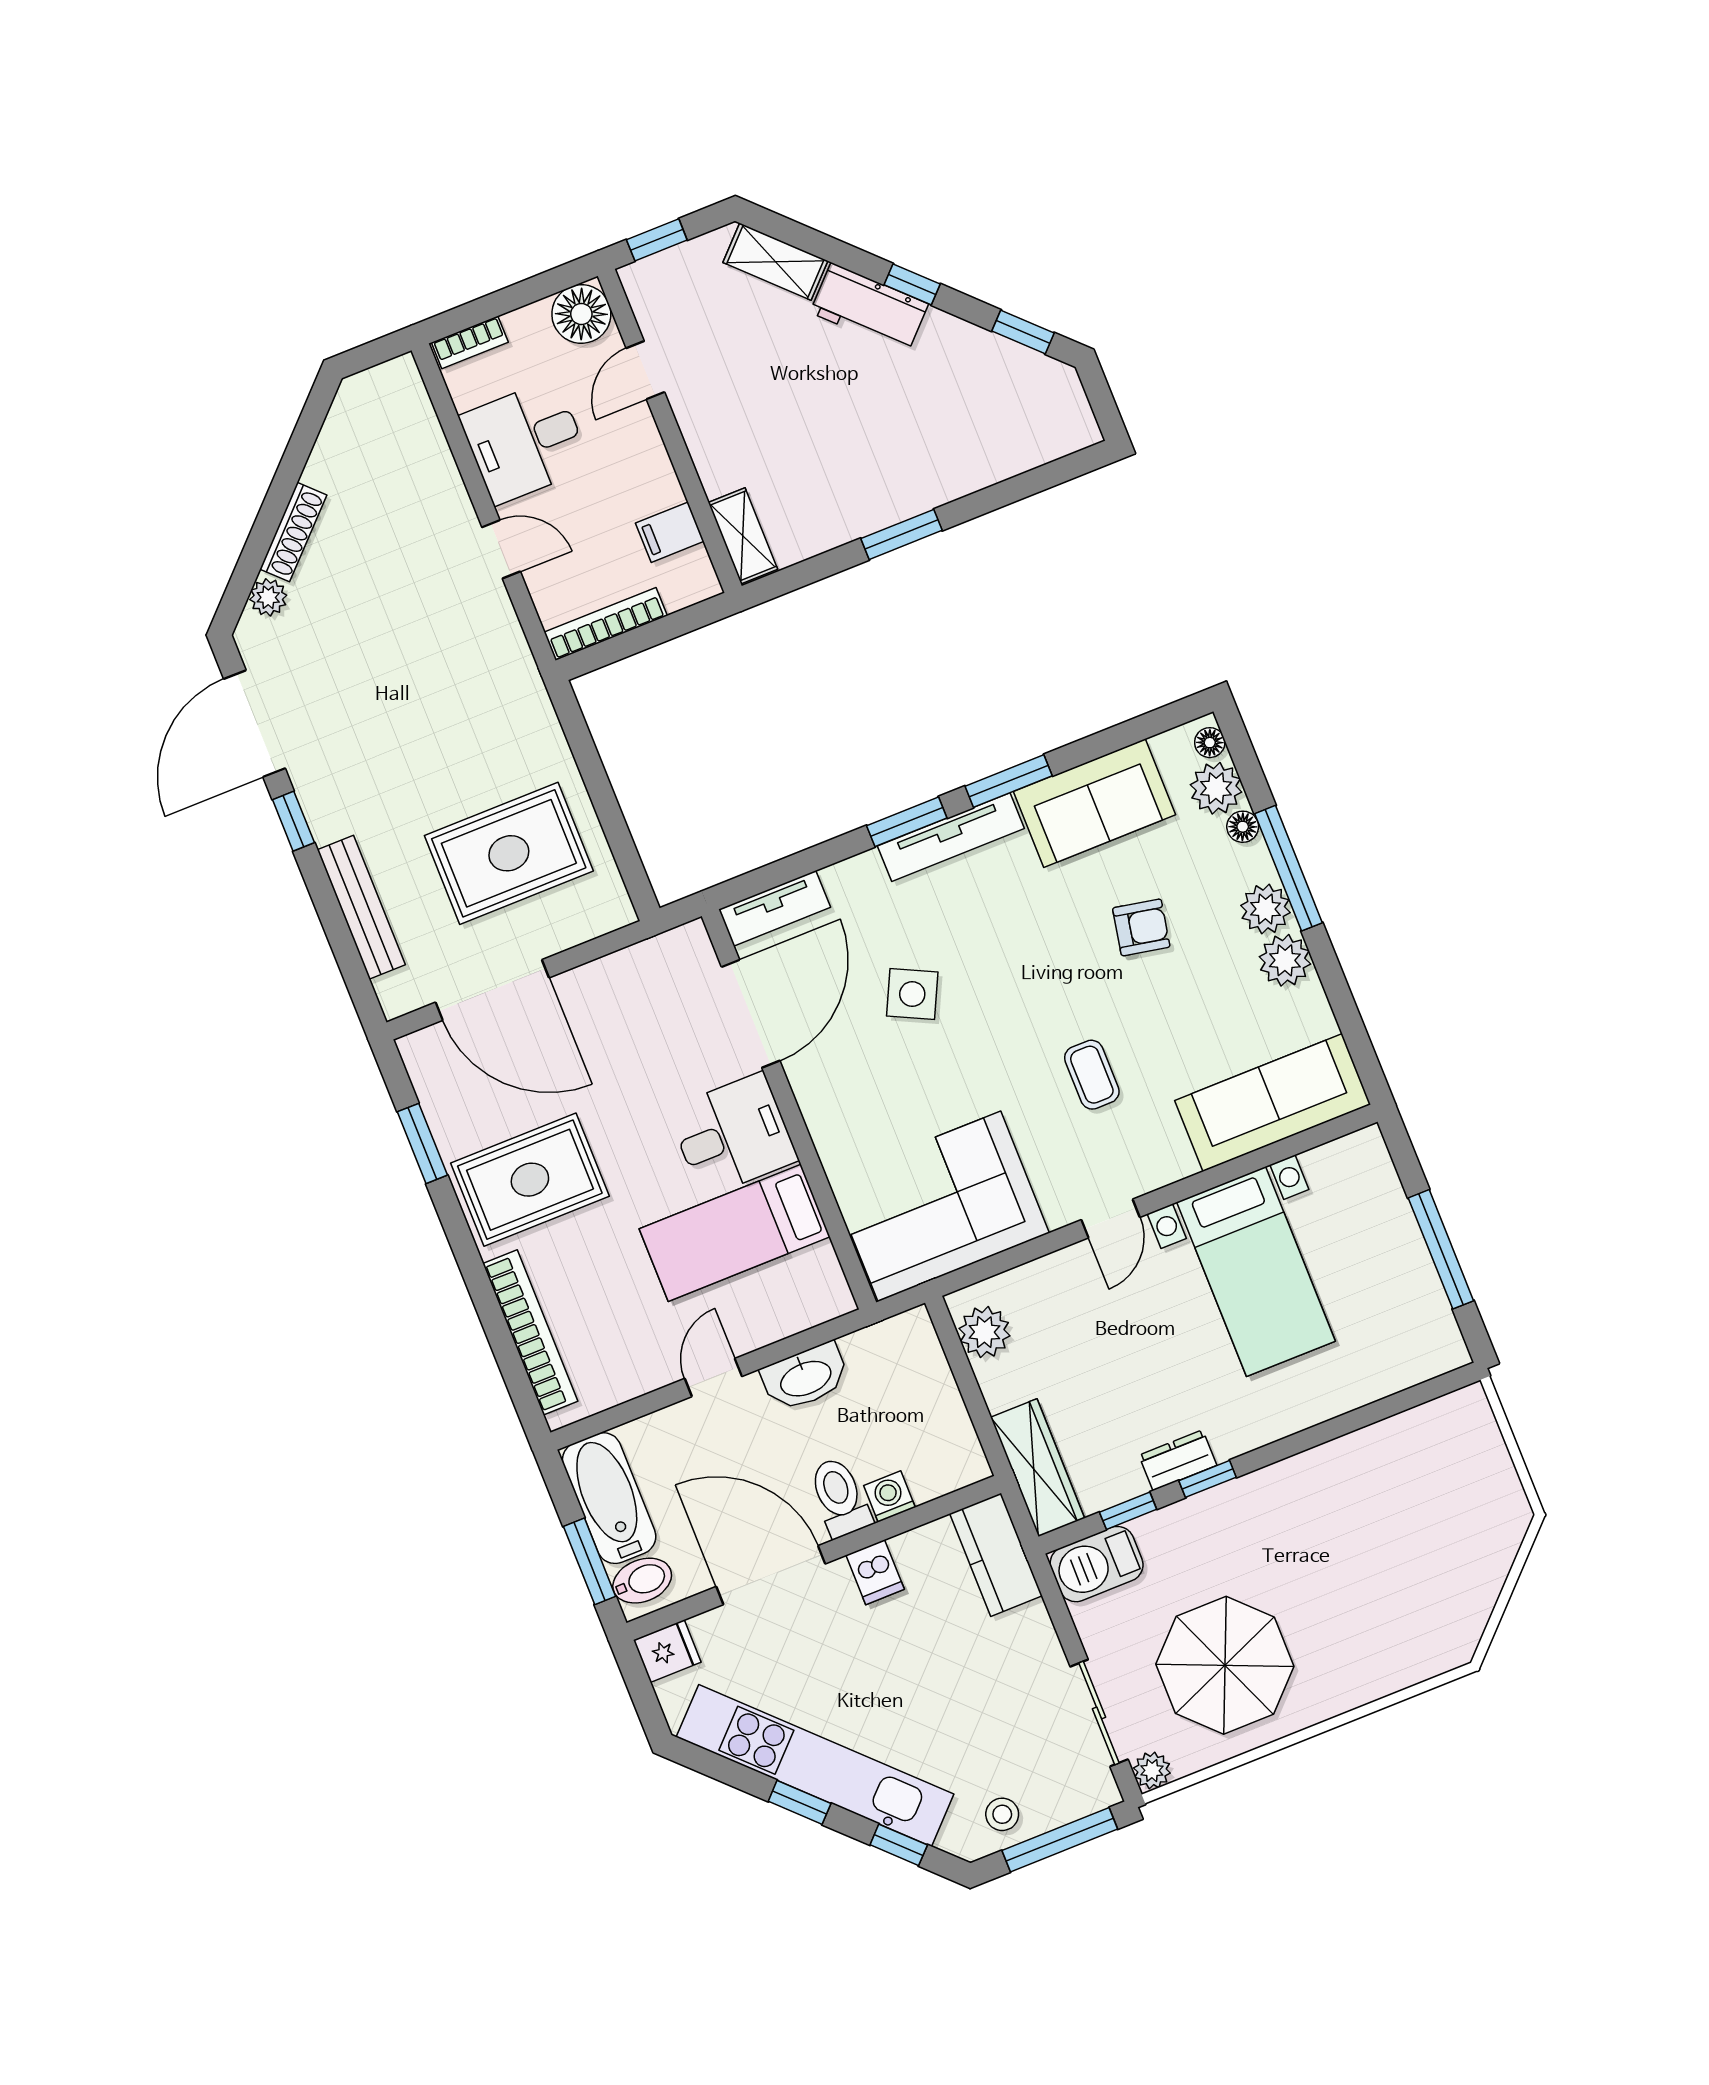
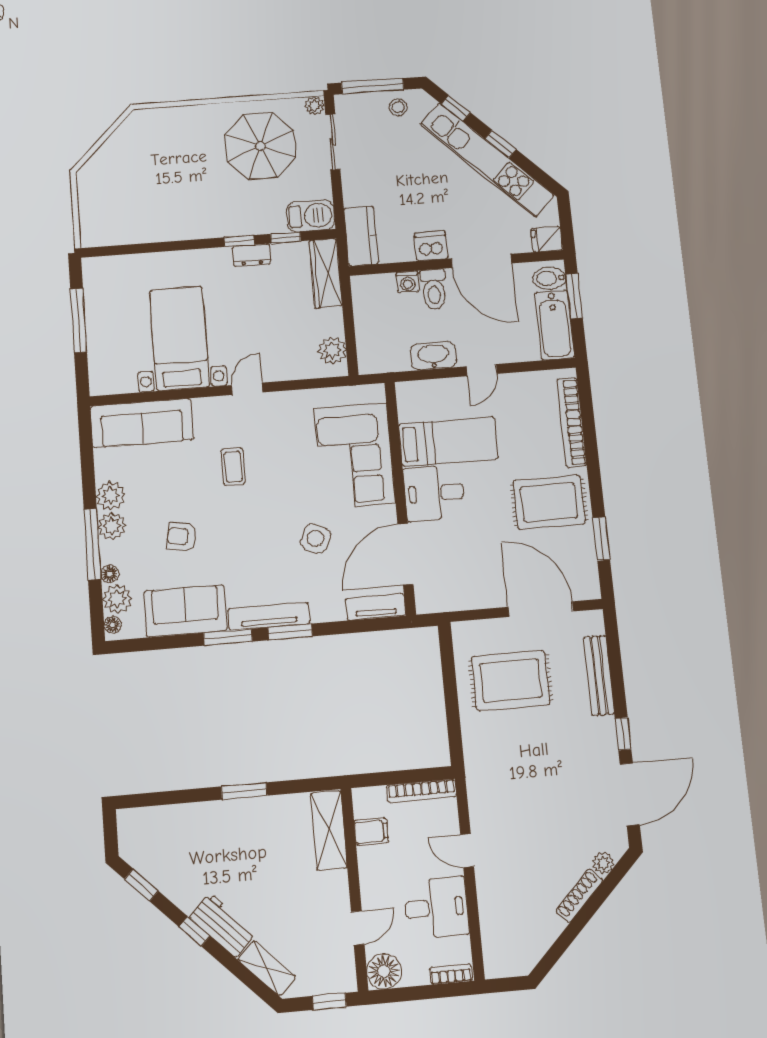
shelving: (743, 536) -> (329, 830), width x1.50, depth x1.33
corner sofa: (939, 1206) -> (355, 456), moved, turned 90
dishwasher: (875, 1572) -> (431, 246), width x1.38

